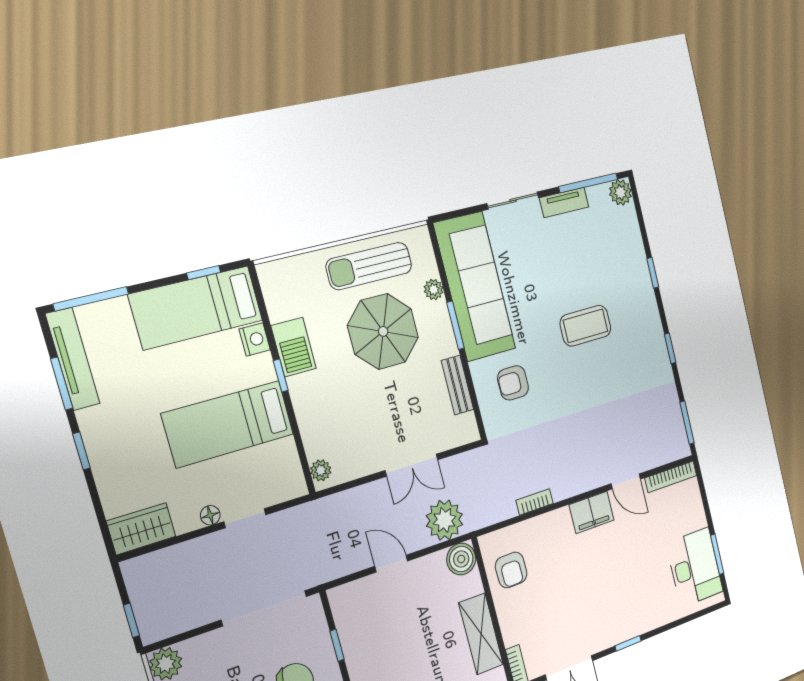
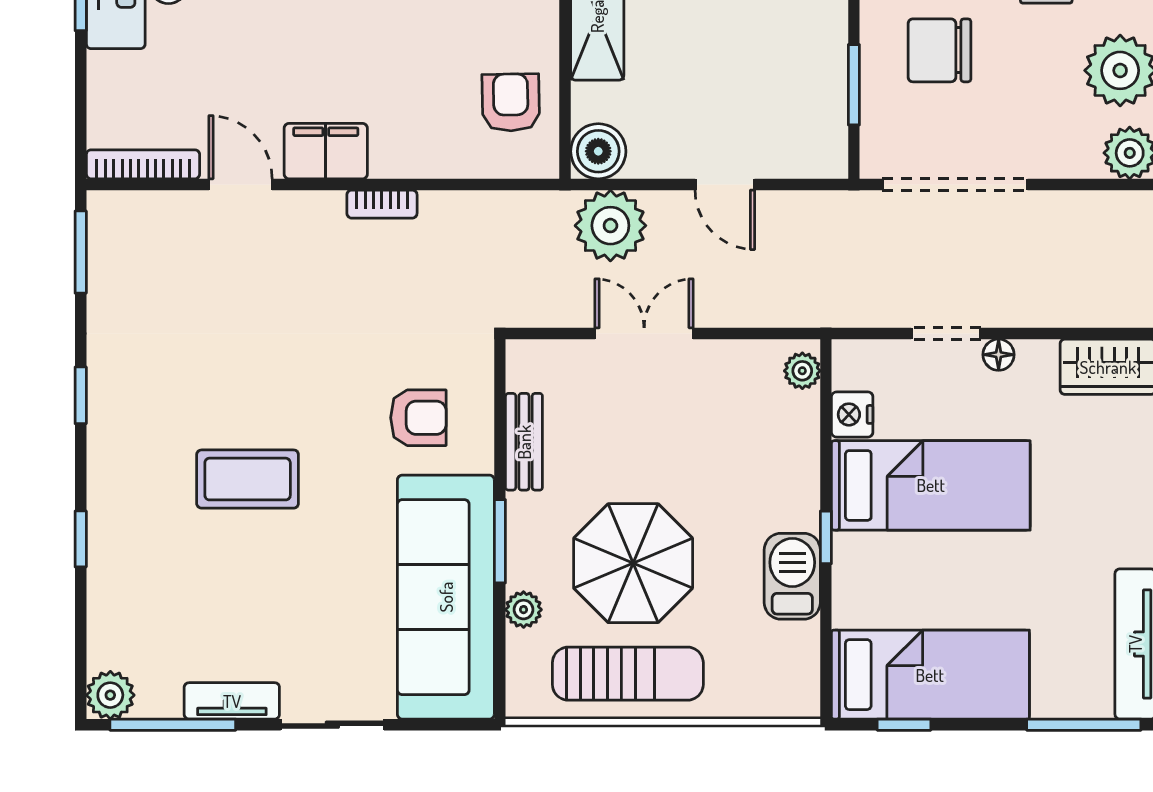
nightstand: (255, 339) -> (852, 414), moved
bookcase: (535, 502) -> (382, 204), moved
window: (337, 645) -> (854, 85), width x1.50

